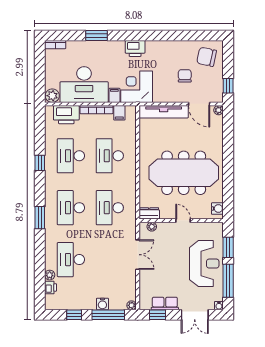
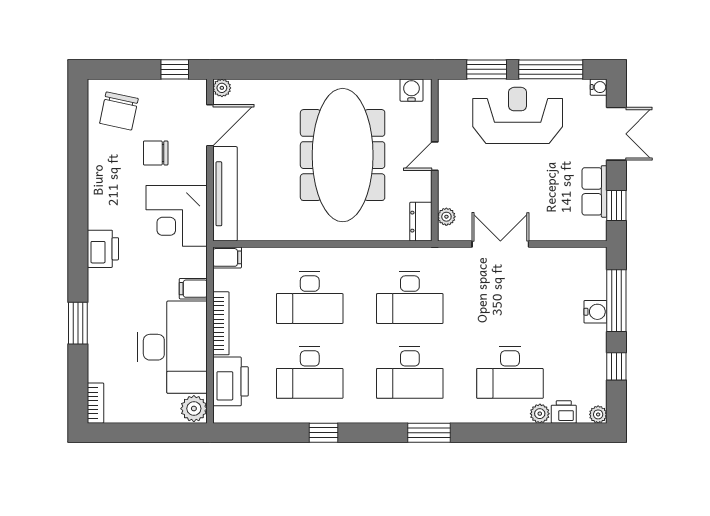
corner desk: (137, 87) -> (177, 216), moved
filing cabinet: (119, 113) -> (227, 257), moved
plant: (132, 305) -> (598, 414), moved

